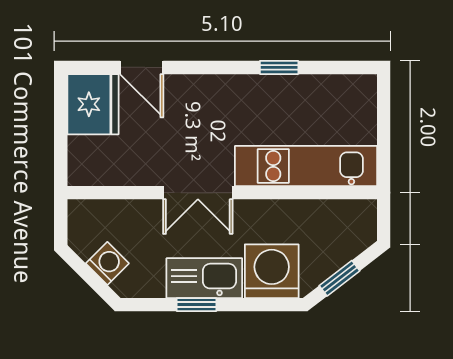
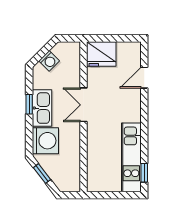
window: (279, 67) -> (144, 173), moved
fridge: (93, 104) -> (101, 54), moved
kitchen unit: (306, 166) -> (131, 157), moved, turned 180

